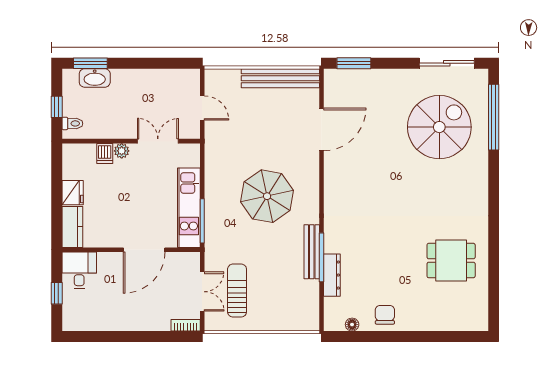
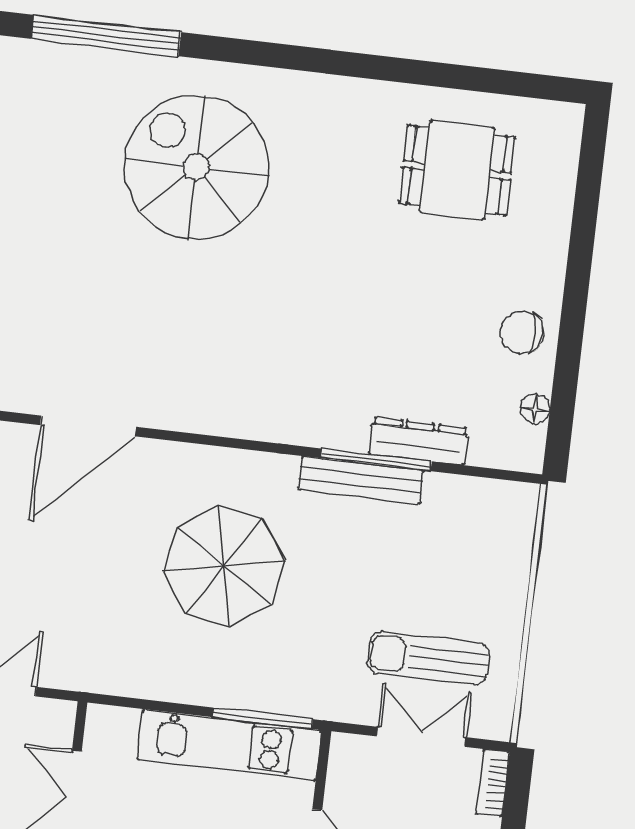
spiral stairs: (439, 127) -> (196, 167), moved
door: (321, 129) -> (88, 426), swing flipped
dining table: (451, 261) -> (457, 170), moved, turned 90

